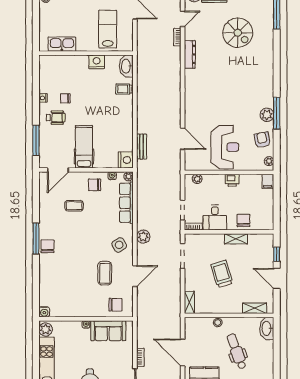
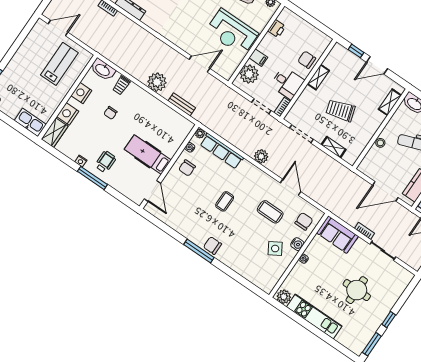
lab bench: (108, 29) -> (59, 64), turned 90
kitchen sink: (62, 44) -> (30, 122), moved, turned 90
wardrobe: (51, 62) -> (55, 133), added
chair: (65, 98) -> (110, 113), moved
plant: (146, 115) -> (157, 82), added
window: (36, 140) -> (92, 178), moved
reception desk: (225, 147) -> (232, 32), turned 180
nightstand: (126, 160) -> (68, 114), moved, turned -90
plant: (197, 179) -> (249, 74), width x1.88, depth x1.88
printer: (232, 180) -> (277, 29), moved
filing cabinet: (267, 181) -> (258, 58), moved
coffee table: (74, 206) -> (225, 201), moved
side table: (119, 245) -> (275, 249), moved
shelving: (189, 302) -> (334, 147), moved
water cooler: (44, 312) -> (297, 244), moved
sofa: (108, 331) -> (337, 235), moved, turned 90

